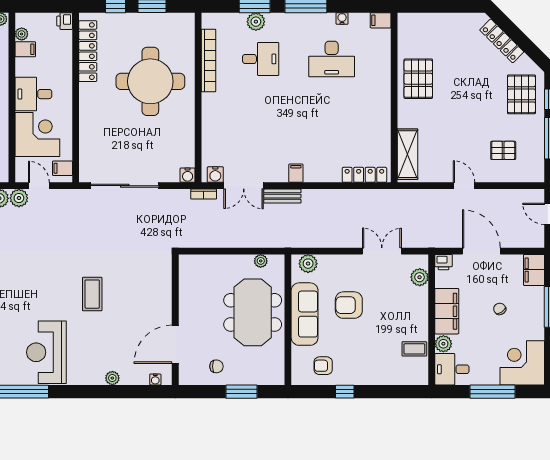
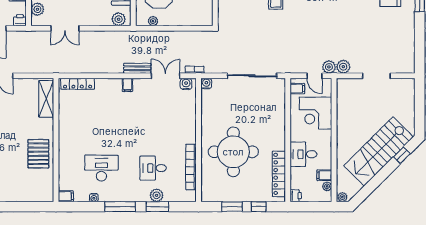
desk: (33, 94) -> (303, 154), moved, turned 180

